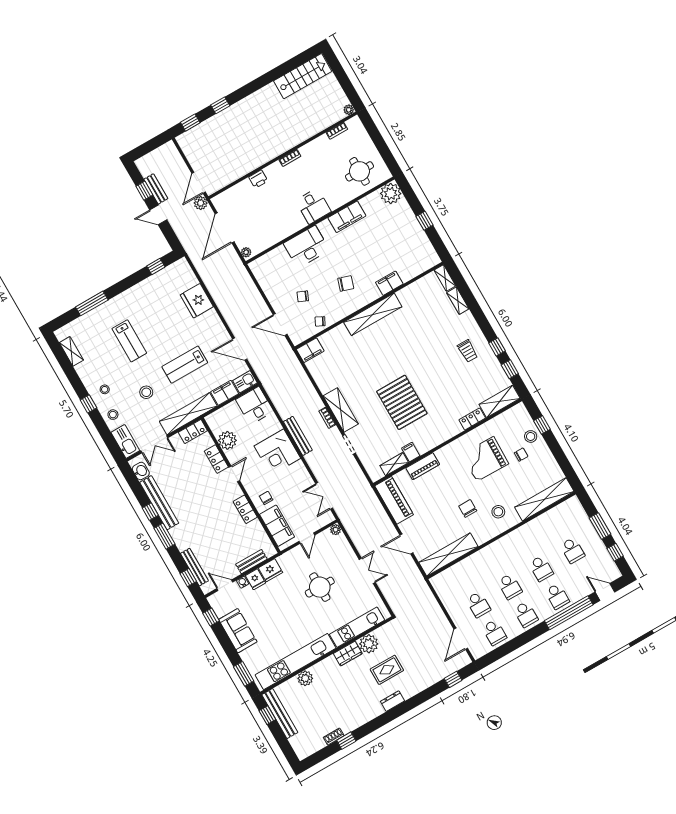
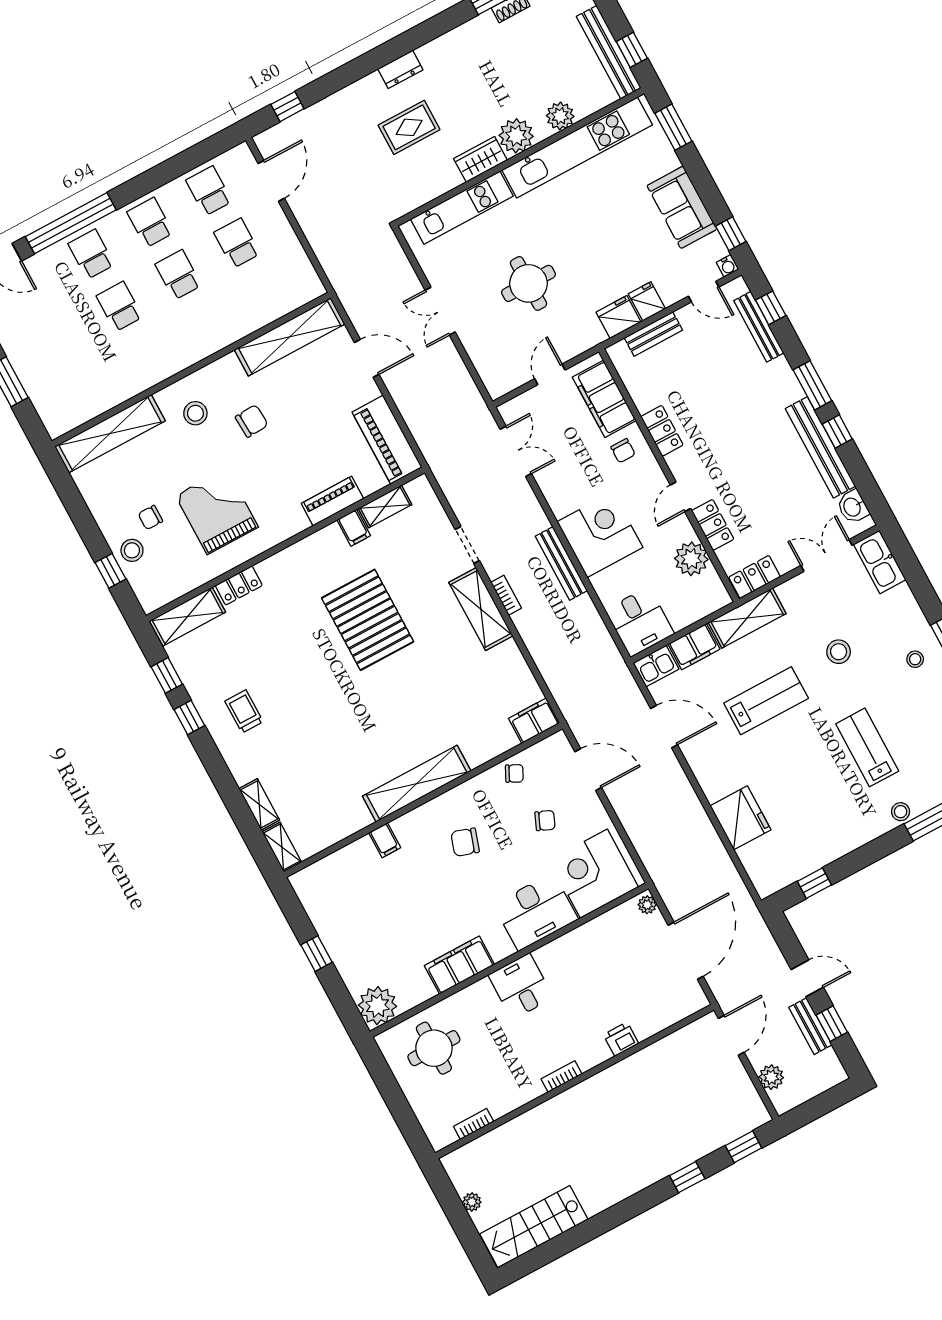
plant: (349, 110) -> (472, 1202), moved
plant: (201, 203) -> (771, 1077), moved
corner desk: (275, 268) -> (594, 874), added
filing cabinet: (389, 283) -> (385, 840), width x0.50
shelving: (188, 414) -> (747, 618), width x0.68
stool: (113, 415) -> (901, 812), moved
grand piano: (485, 459) -> (217, 511), turned -91
chair: (468, 508) -> (252, 421), turned -93
plant: (336, 530) -> (497, 389), removed
school desk: (573, 550) -> (61, 338), removed
water cooler: (243, 582) -> (728, 266), moved
plant: (369, 644) -> (516, 136), moved

